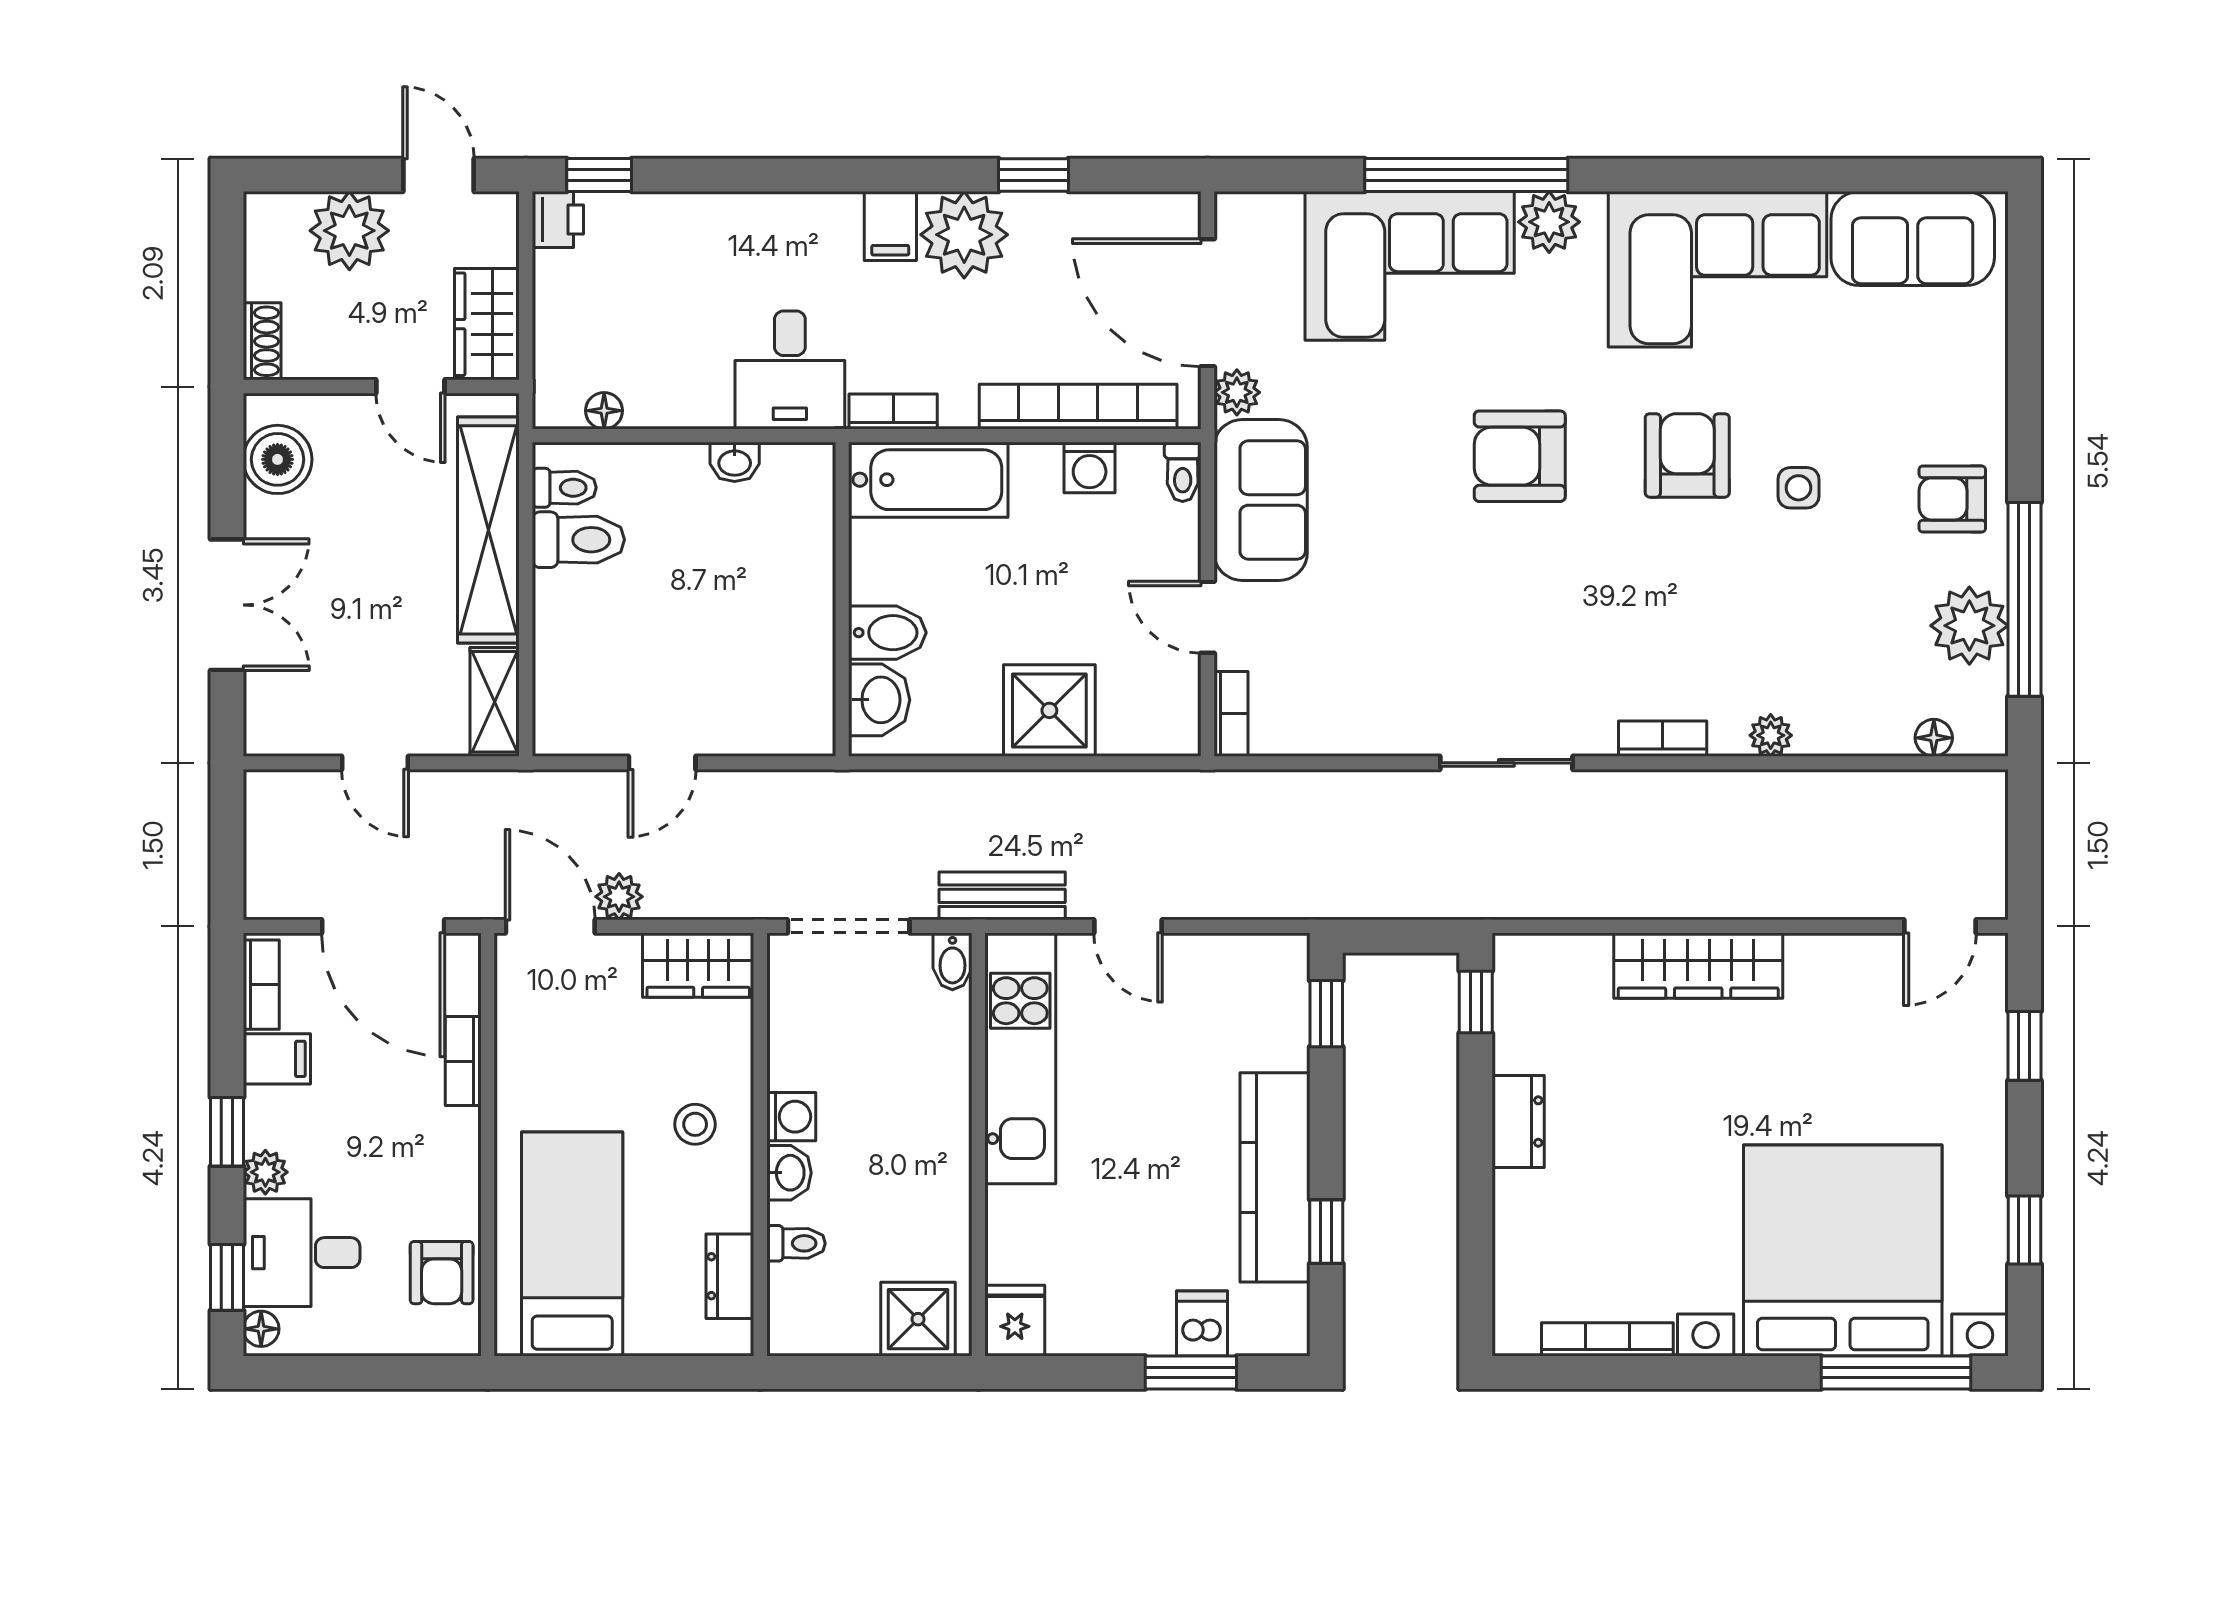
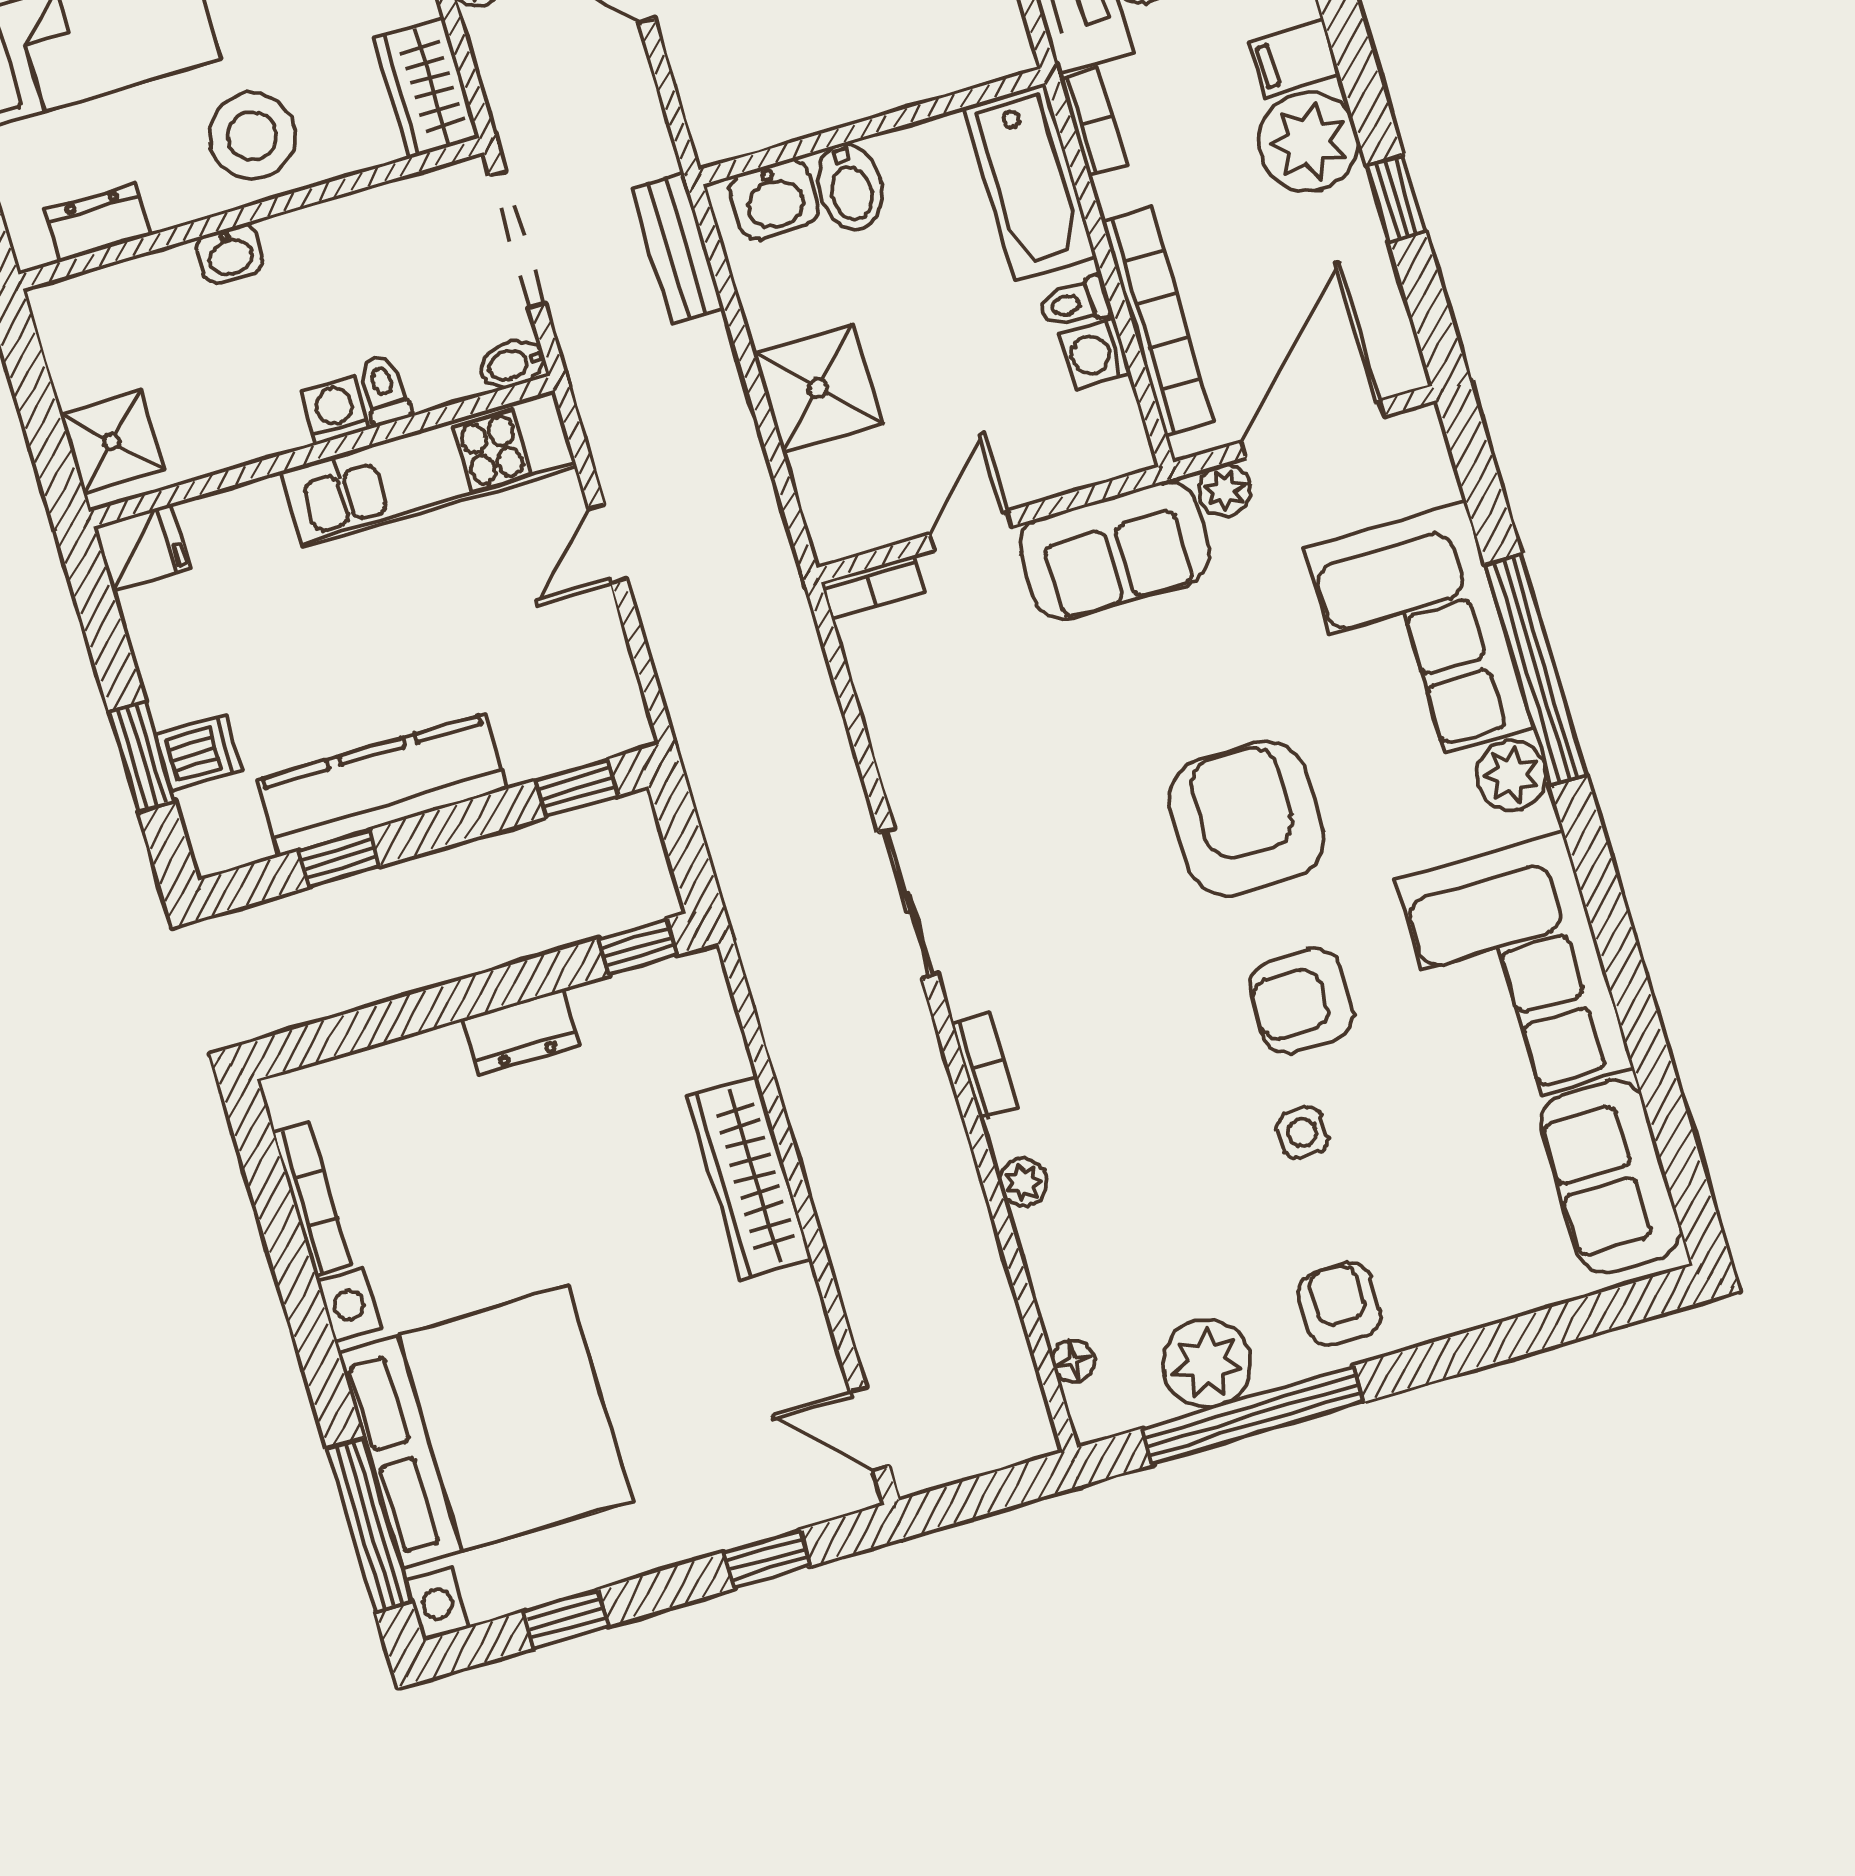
armchair: (1687, 455) -> (1301, 1001), turned 180
armchair: (1520, 456) -> (1247, 819), width x1.36, depth x1.36
toilet: (1183, 472) -> (1075, 303), moved
bench: (1002, 896) -> (678, 248), moved
washing machine: (791, 1117) -> (335, 410), moved, turned 180
stool: (695, 1124) -> (252, 136), width x1.89, depth x1.89
toilet: (796, 1243) -> (384, 390), moved, turned 180

